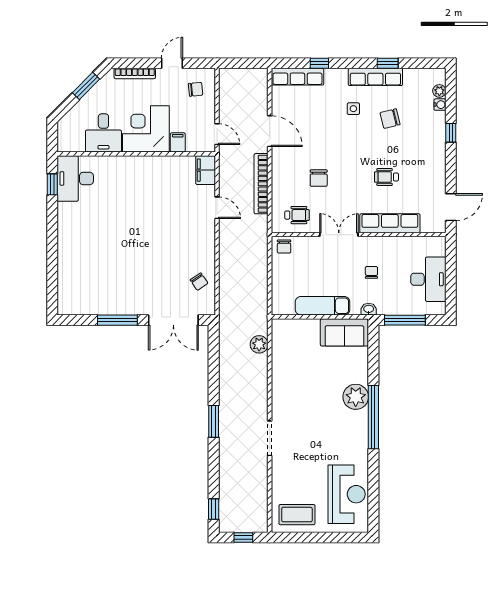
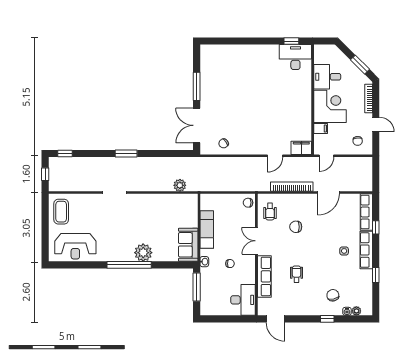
row of seats: (375, 77) -> (366, 250), moved
chair: (390, 119) -> (333, 295), moved
double door: (339, 235) -> (256, 241), swing flipped
desk: (428, 279) -> (243, 300), moved, turned -90

